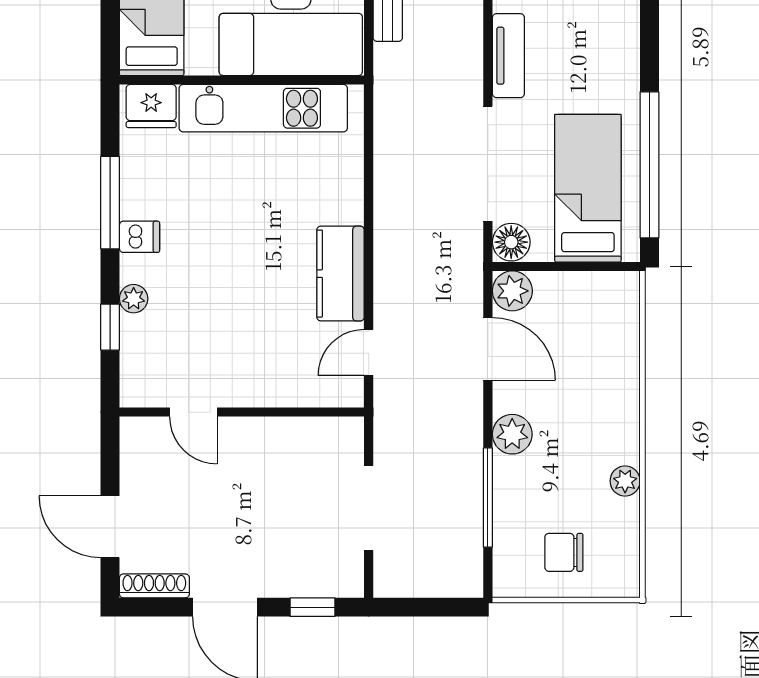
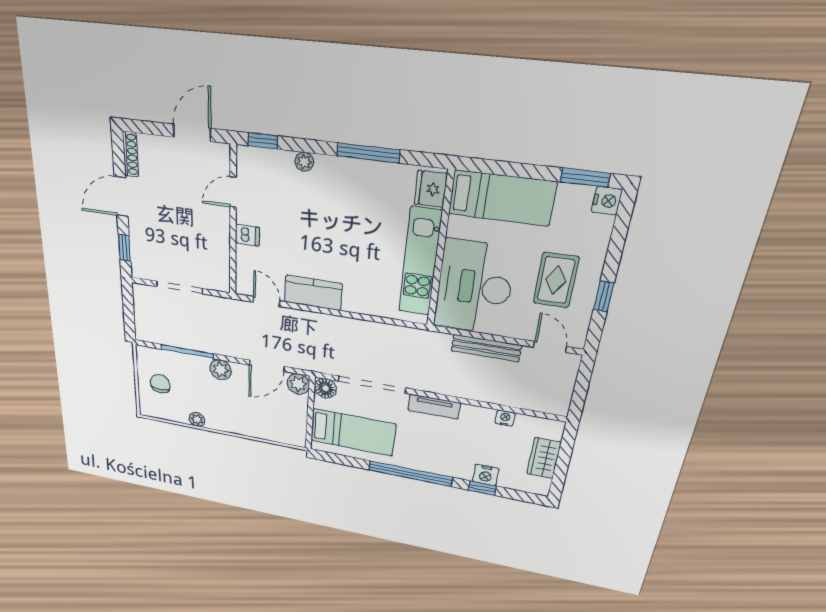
window: (649, 165) -> (411, 474), moved
dishwasher: (139, 237) -> (247, 235), moved, turned -90
window: (110, 327) -> (263, 141), moved
door: (110, 527) -> (192, 133), moved

